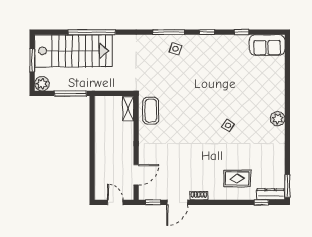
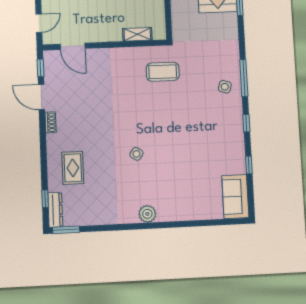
shelving: (128, 109) -> (137, 34), moved
coffee table: (151, 111) -> (163, 72), moved

